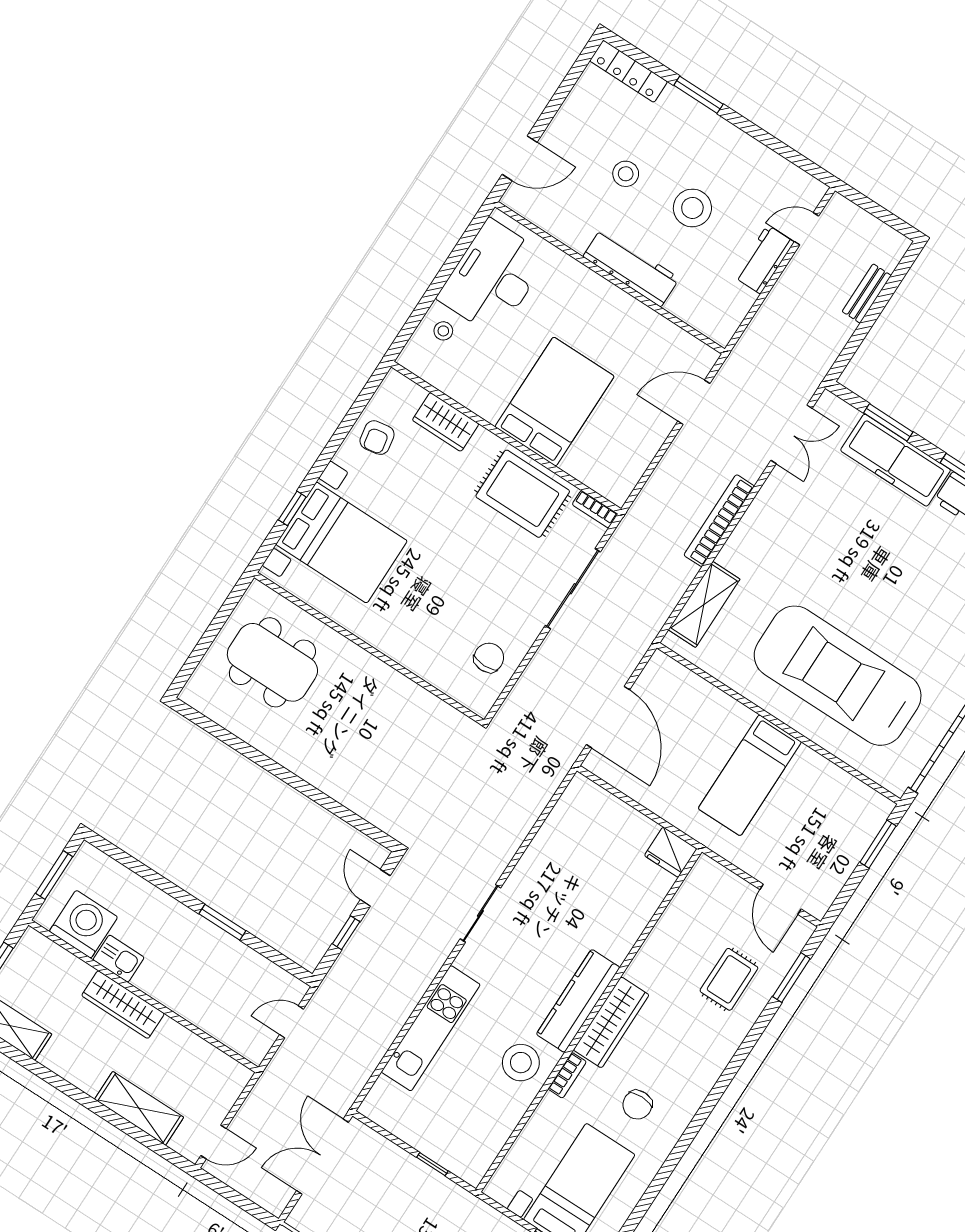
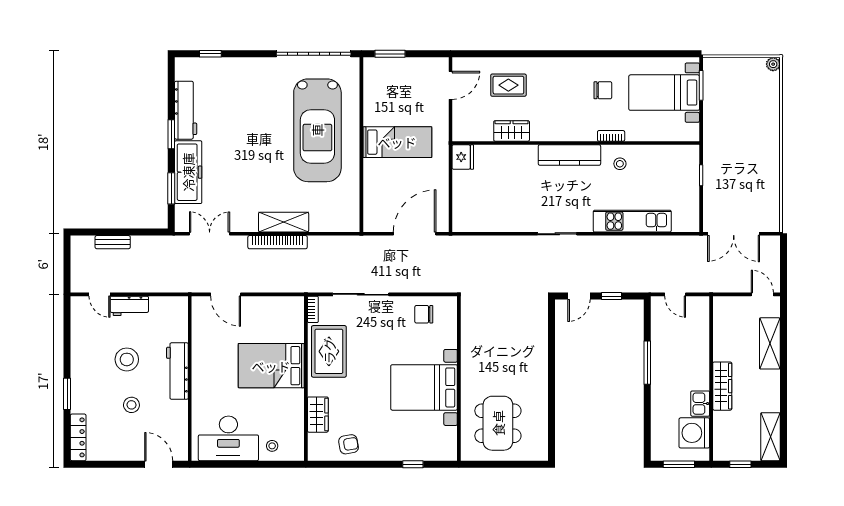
bed with nightstands: (342, 543) -> (424, 387), moved, turned -90
shelving: (704, 604) -> (284, 222), moved
window: (222, 922) -> (647, 363), width x1.44
window: (791, 978) -> (487, 54), removed
wardrobe: (611, 1022) -> (512, 131), moved, width x0.67
stool: (521, 1063) -> (620, 164), width x0.53, depth x0.53

